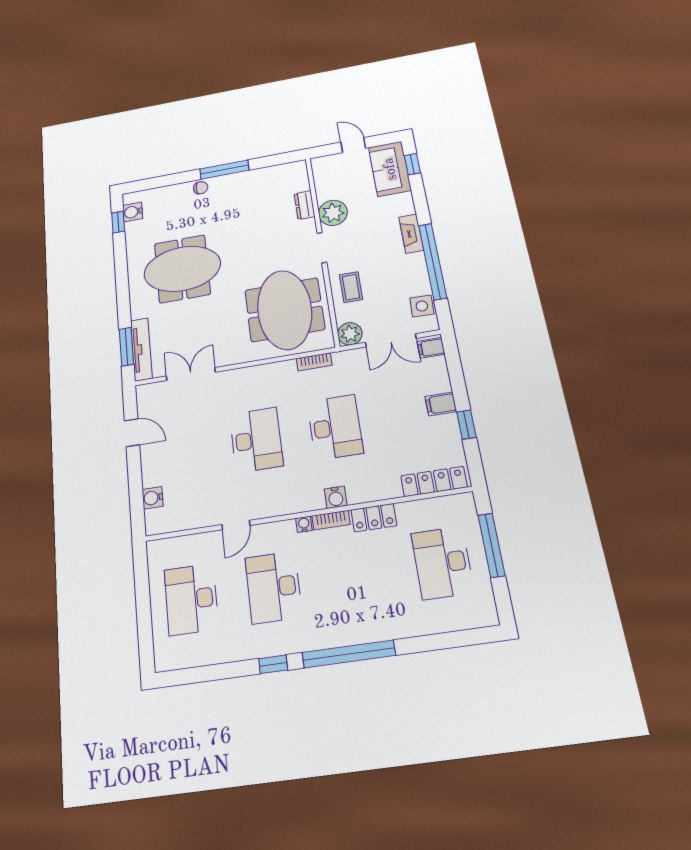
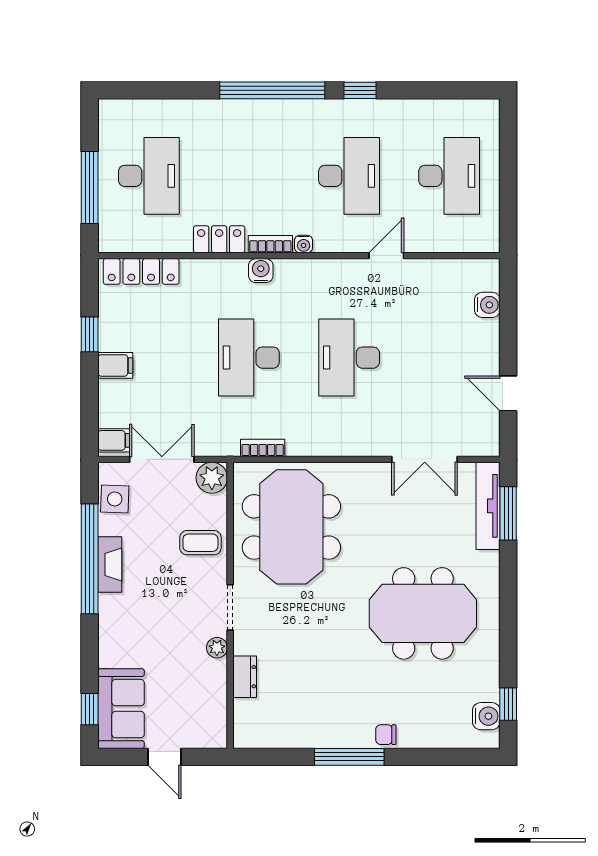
plant: (333, 213) -> (217, 648), width x0.53, depth x0.53
fireplace: (411, 234) -> (110, 565), moved
coffee table: (351, 287) -> (200, 543), turned 90

